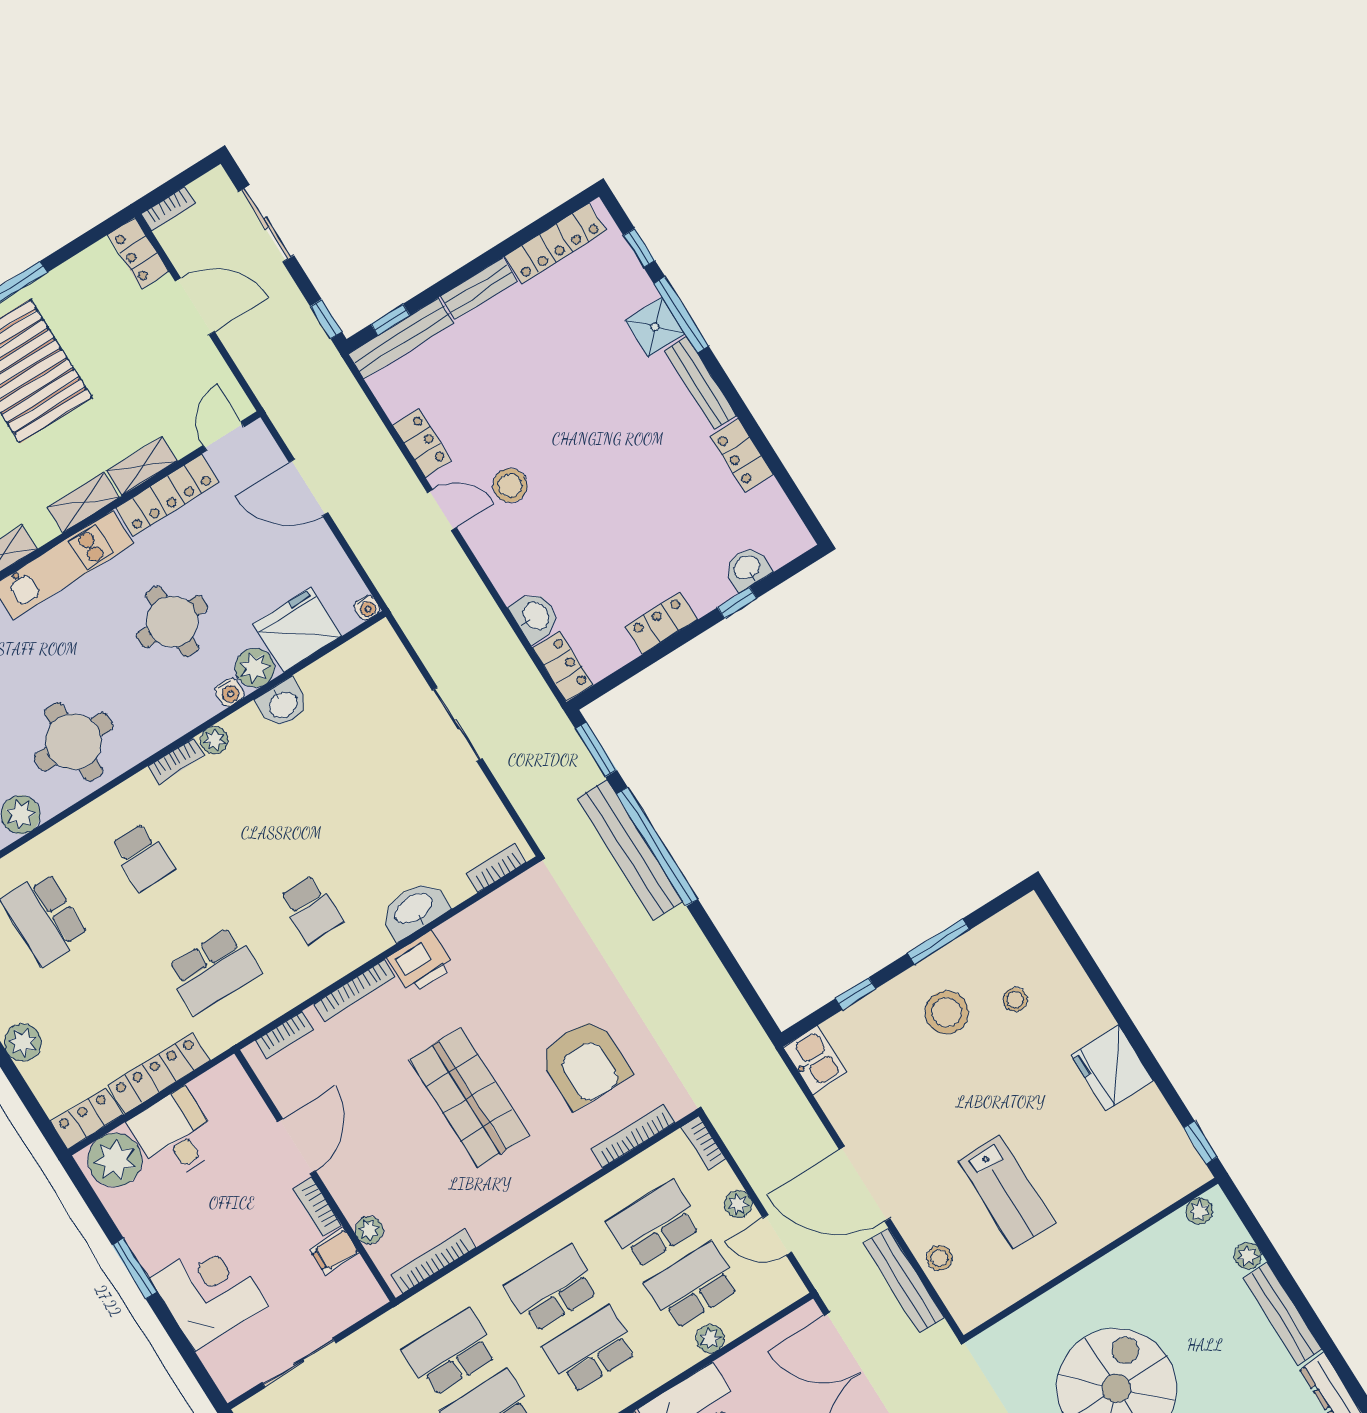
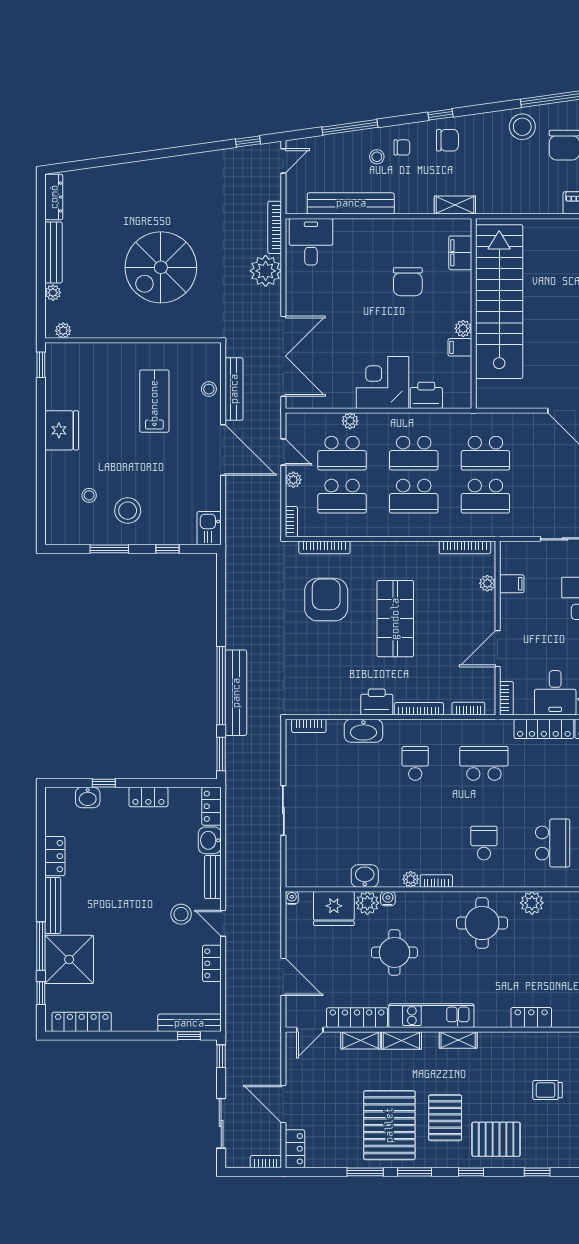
bench: (479, 288) -> (213, 877), moved, turned 90
shower: (655, 327) -> (69, 959), width x1.86, depth x1.86
bookcase: (317, 1207) -> (506, 698), moved

